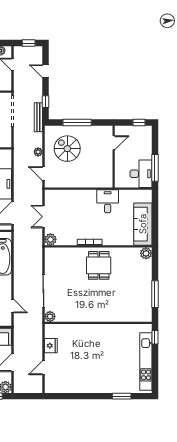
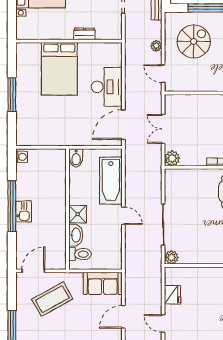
spiral stairs: (67, 149) -> (194, 41), turned 90
door: (13, 306) -> (123, 216), moved
door: (43, 368) -> (163, 323), hinge flipped

